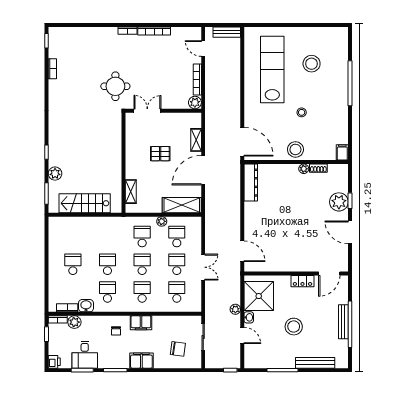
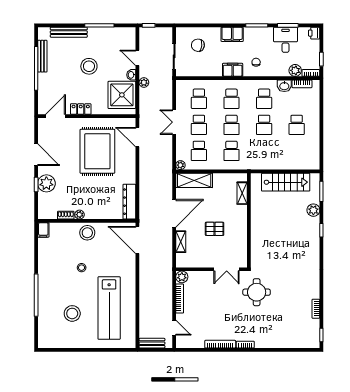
plant: (162, 221) -> (180, 165), moved
rug: (285, 236) -> (97, 151), added
bench: (343, 322) -> (42, 56), moved

